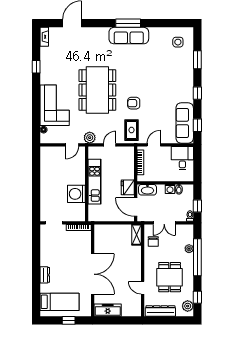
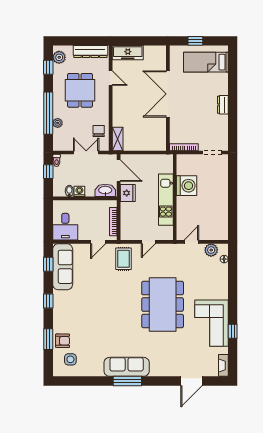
armchair: (134, 103) -> (63, 341), moved
corner sofa: (55, 105) -> (211, 323), moved
plant: (90, 138) -> (211, 250), moved
dresser: (45, 275) -> (223, 105), moved
freezer: (108, 310) -> (128, 53), moved

